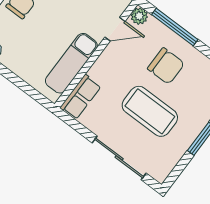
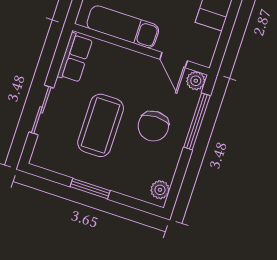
row of seats: (80, 97) -> (75, 58), moved, turned -90
sliding door: (119, 158) -> (41, 110), width x0.73

